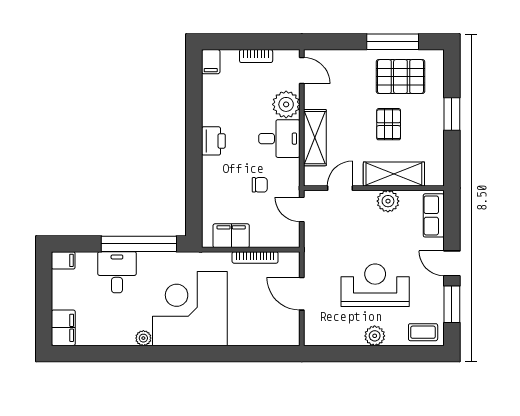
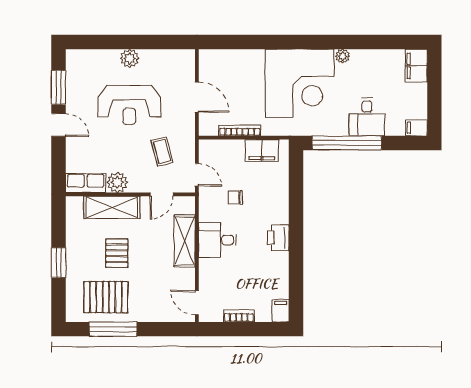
plant: (286, 104) -> (211, 271), removed
row of seats: (434, 215) -> (86, 183), moved, turned -90
coffee table: (423, 332) -> (162, 151), moved, turned 75

